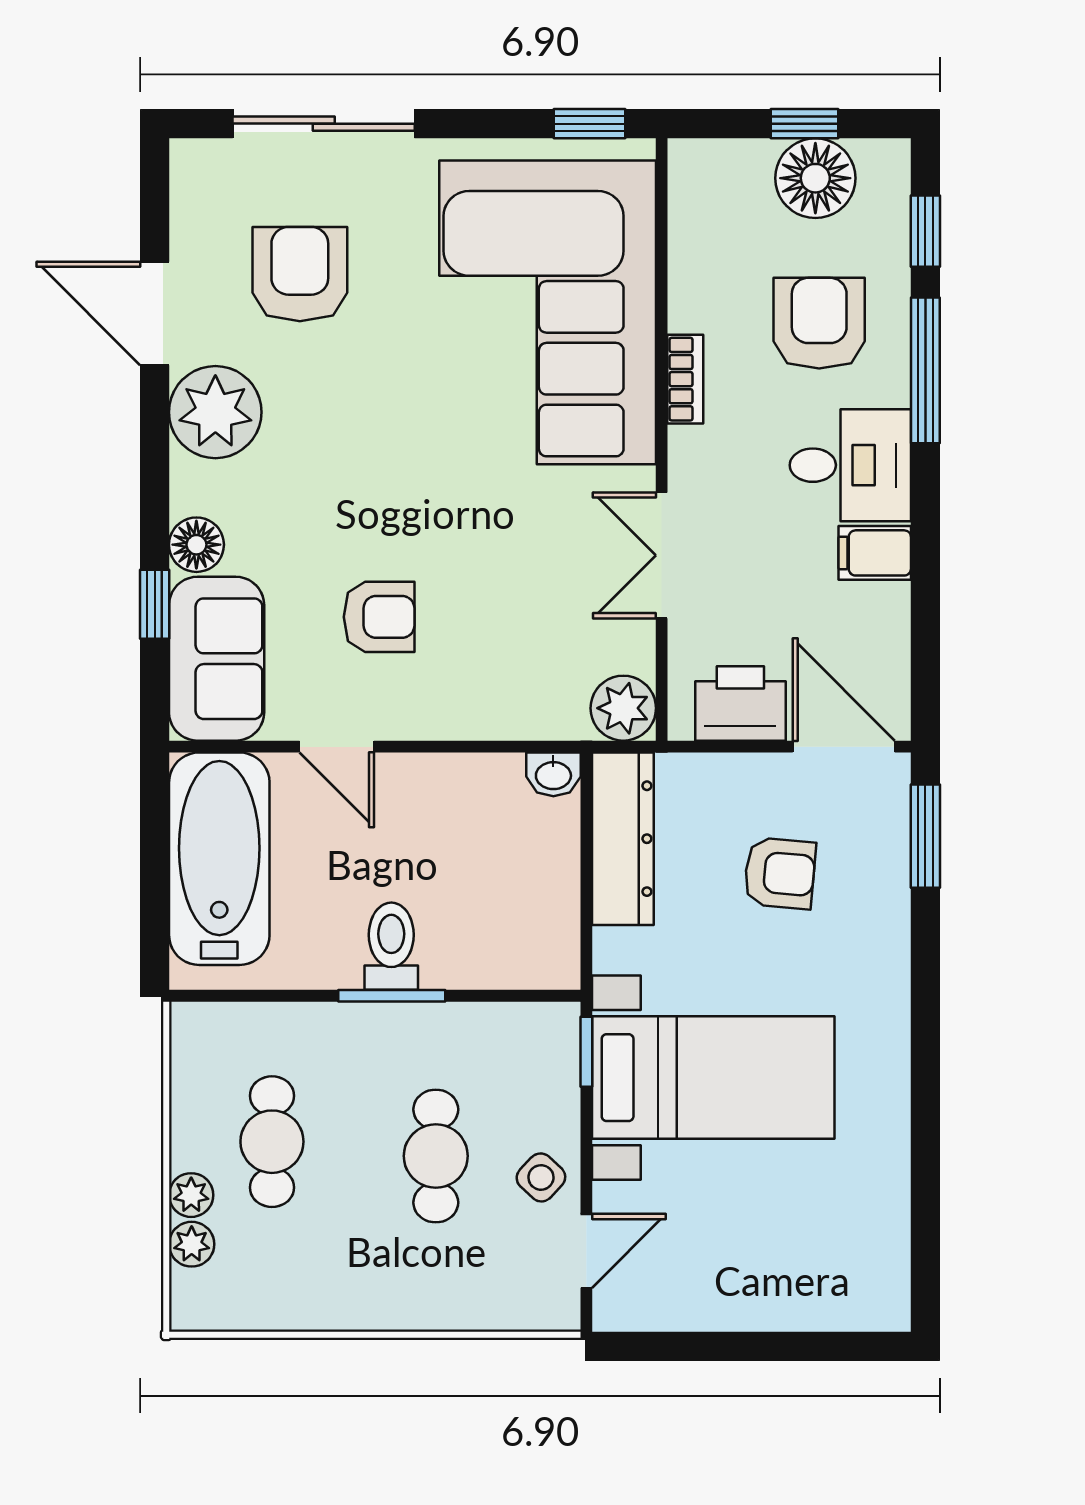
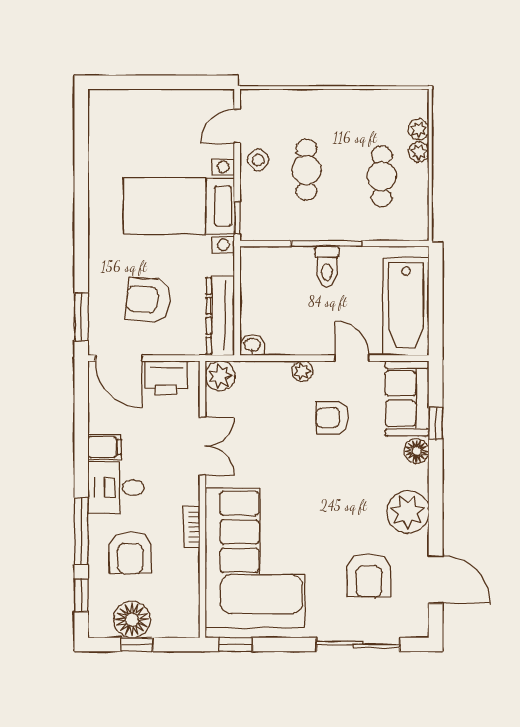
door: (155, 313) -> (436, 580), moved
plant: (445, 718) -> (302, 371), added
armchair: (780, 873) -> (148, 300), width x1.38, depth x1.38
window: (392, 996) -> (327, 244), width x1.44

